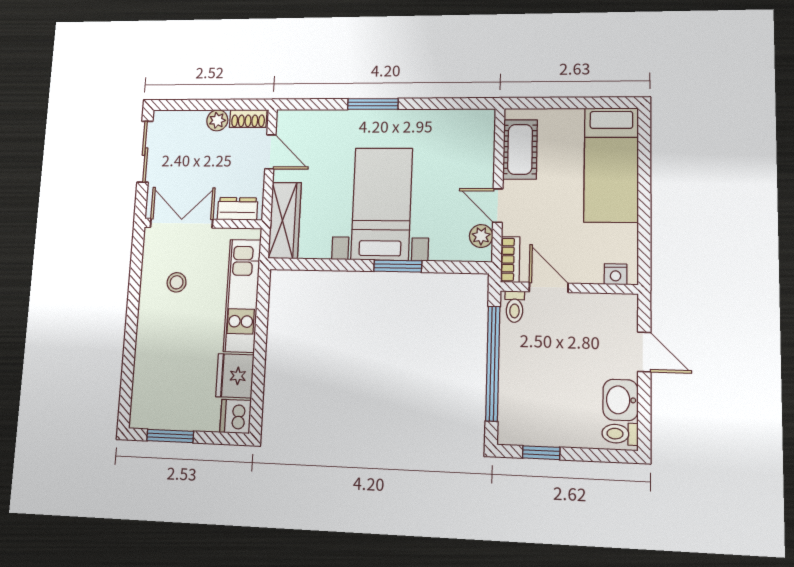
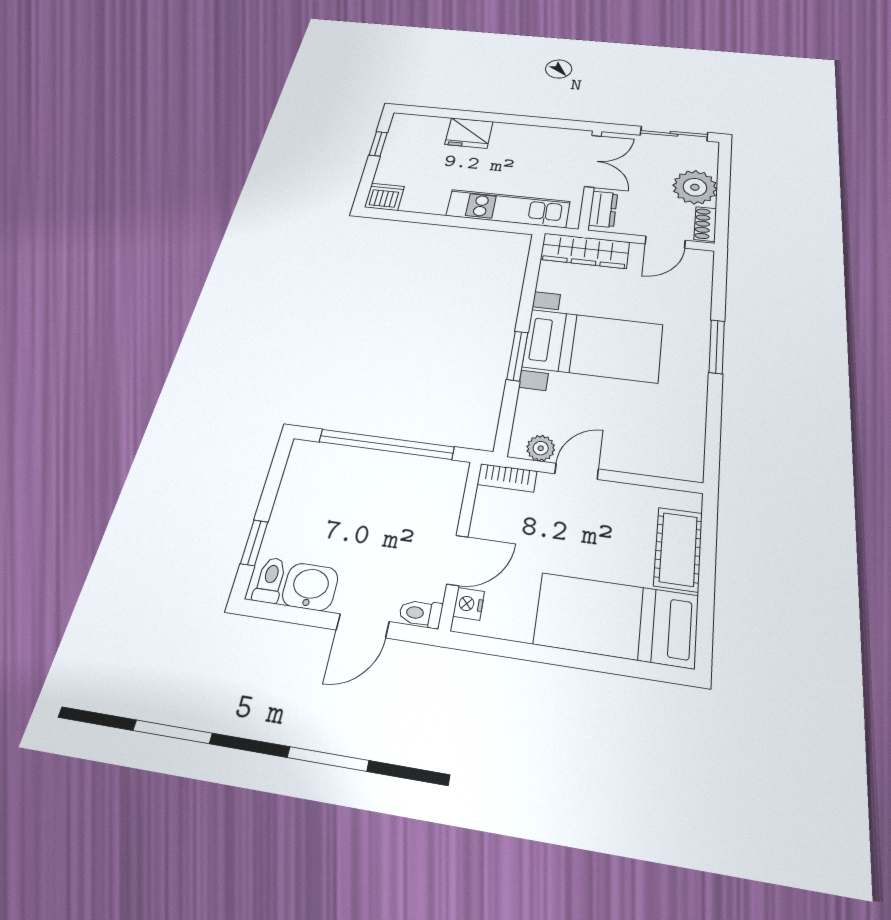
plant: (217, 120) -> (695, 187), width x1.87, depth x1.87
cot: (520, 149) -> (678, 549), moved, turned 90
stool: (177, 282) -> (531, 155), removed
door: (549, 287) -> (457, 560), moved
toilet: (515, 307) -> (421, 613), moved
fridge: (235, 376) -> (469, 133), moved, turned 180
window: (170, 436) -> (378, 144), width x0.67
window: (541, 453) -> (254, 543), moved

